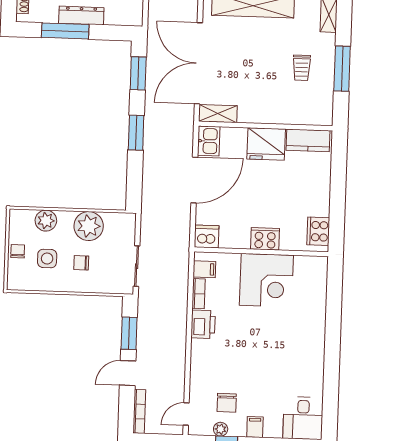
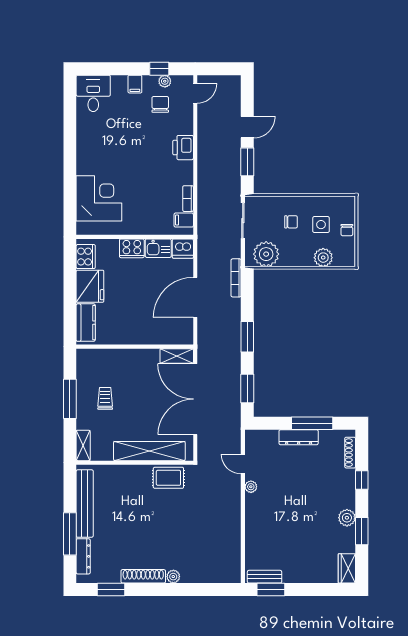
double door: (198, 63) -> (195, 399), swing flipped
kitchen counter: (308, 140) -> (86, 323), moved, turned 90
kitchen sink: (209, 141) -> (158, 248), moved, turned -90
fridge: (266, 144) -> (90, 286), moved, turned 90
plant: (89, 226) -> (266, 254), moved
corner desk: (266, 280) -> (99, 198), moved, turned 90
printer: (203, 324) -> (183, 148), moved
bookcase: (139, 411) -> (236, 278), moved

